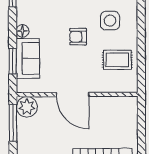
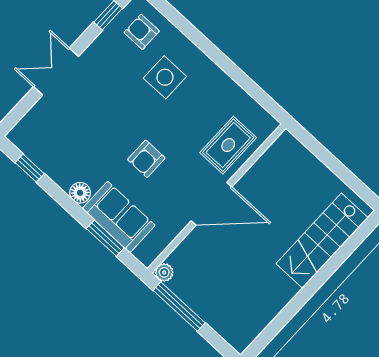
armchair: (78, 37) -> (146, 159), moved
rug: (117, 60) -> (228, 145), moved
plant: (27, 107) -> (164, 272), width x0.53, depth x0.53

